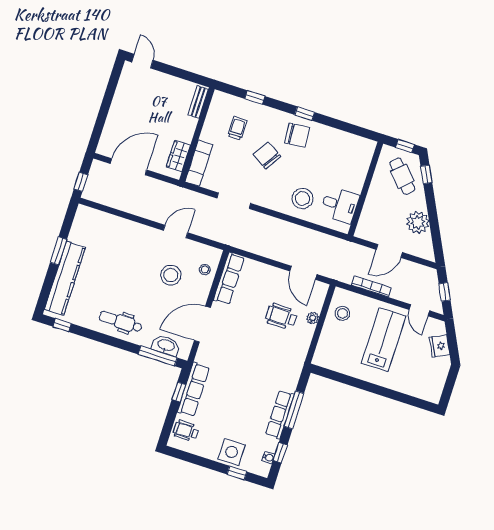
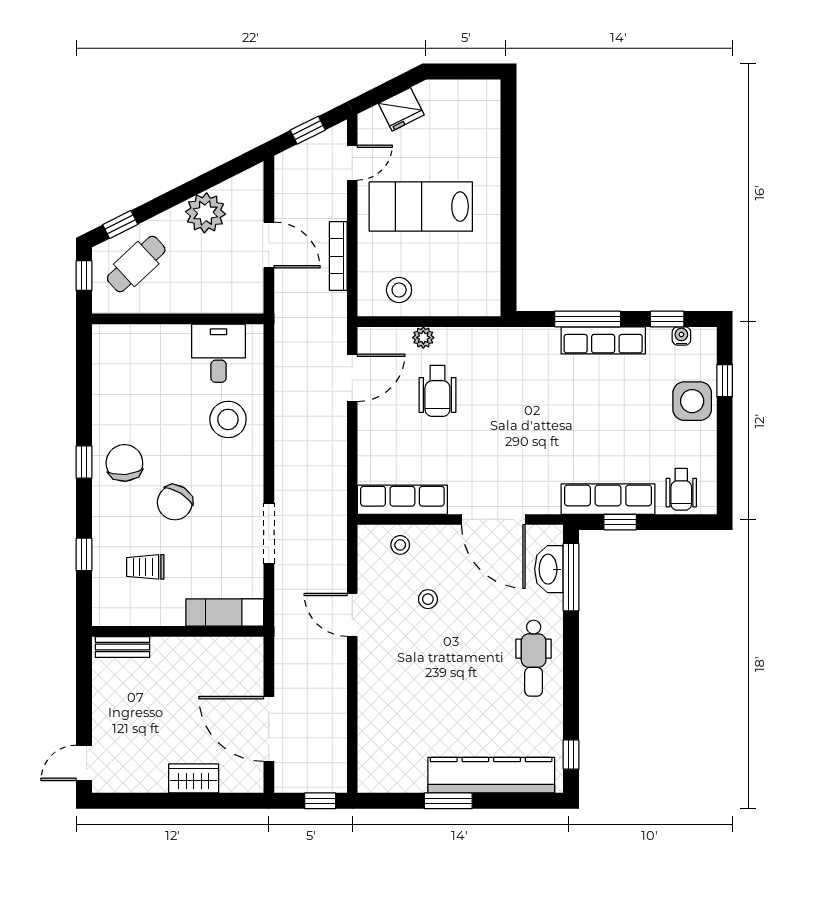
wardrobe: (178, 156) -> (194, 778), moved, turned 180
stool: (171, 275) -> (428, 599), width x0.53, depth x0.53

